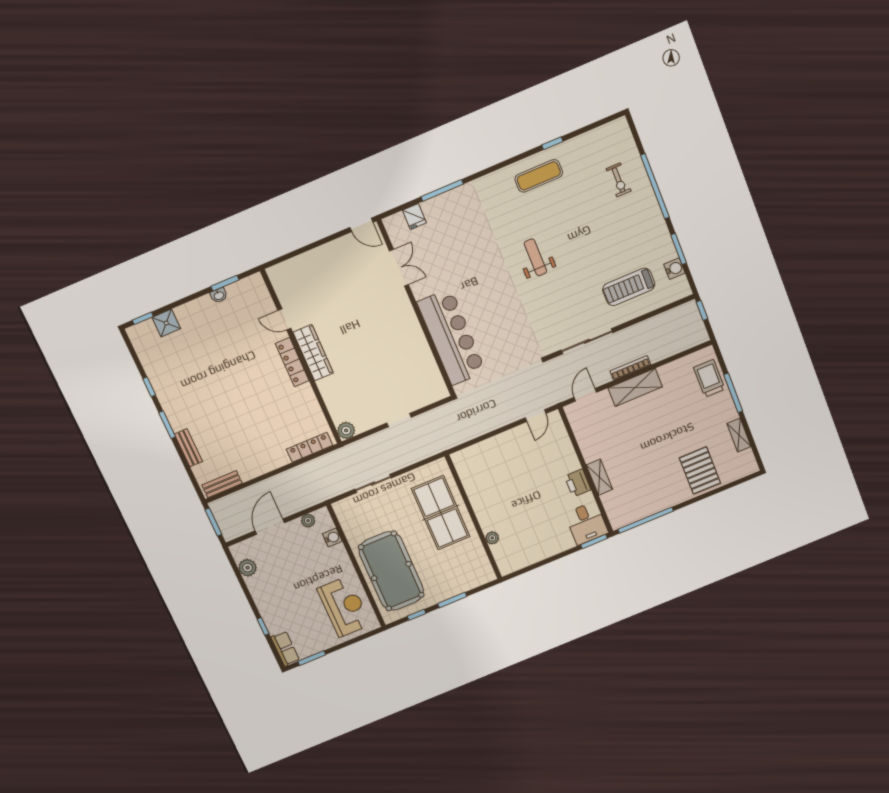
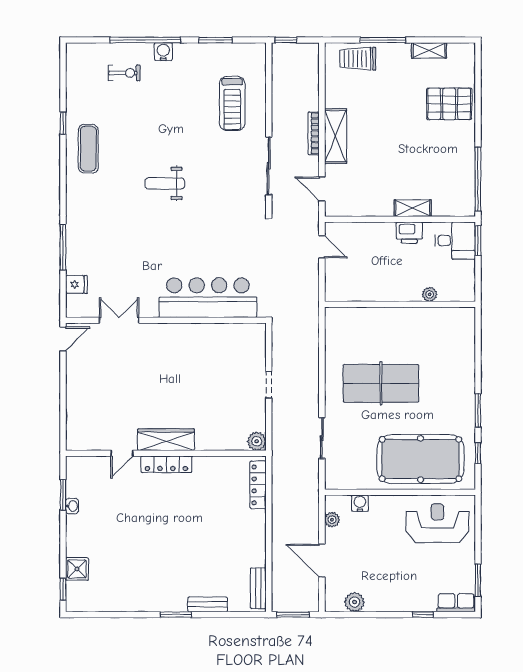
water cooler: (674, 269) -> (163, 52), moved
window: (149, 387) -> (131, 615), removed
wall: (474, 517) -> (400, 304), moved
plant: (492, 538) -> (430, 294), moved

